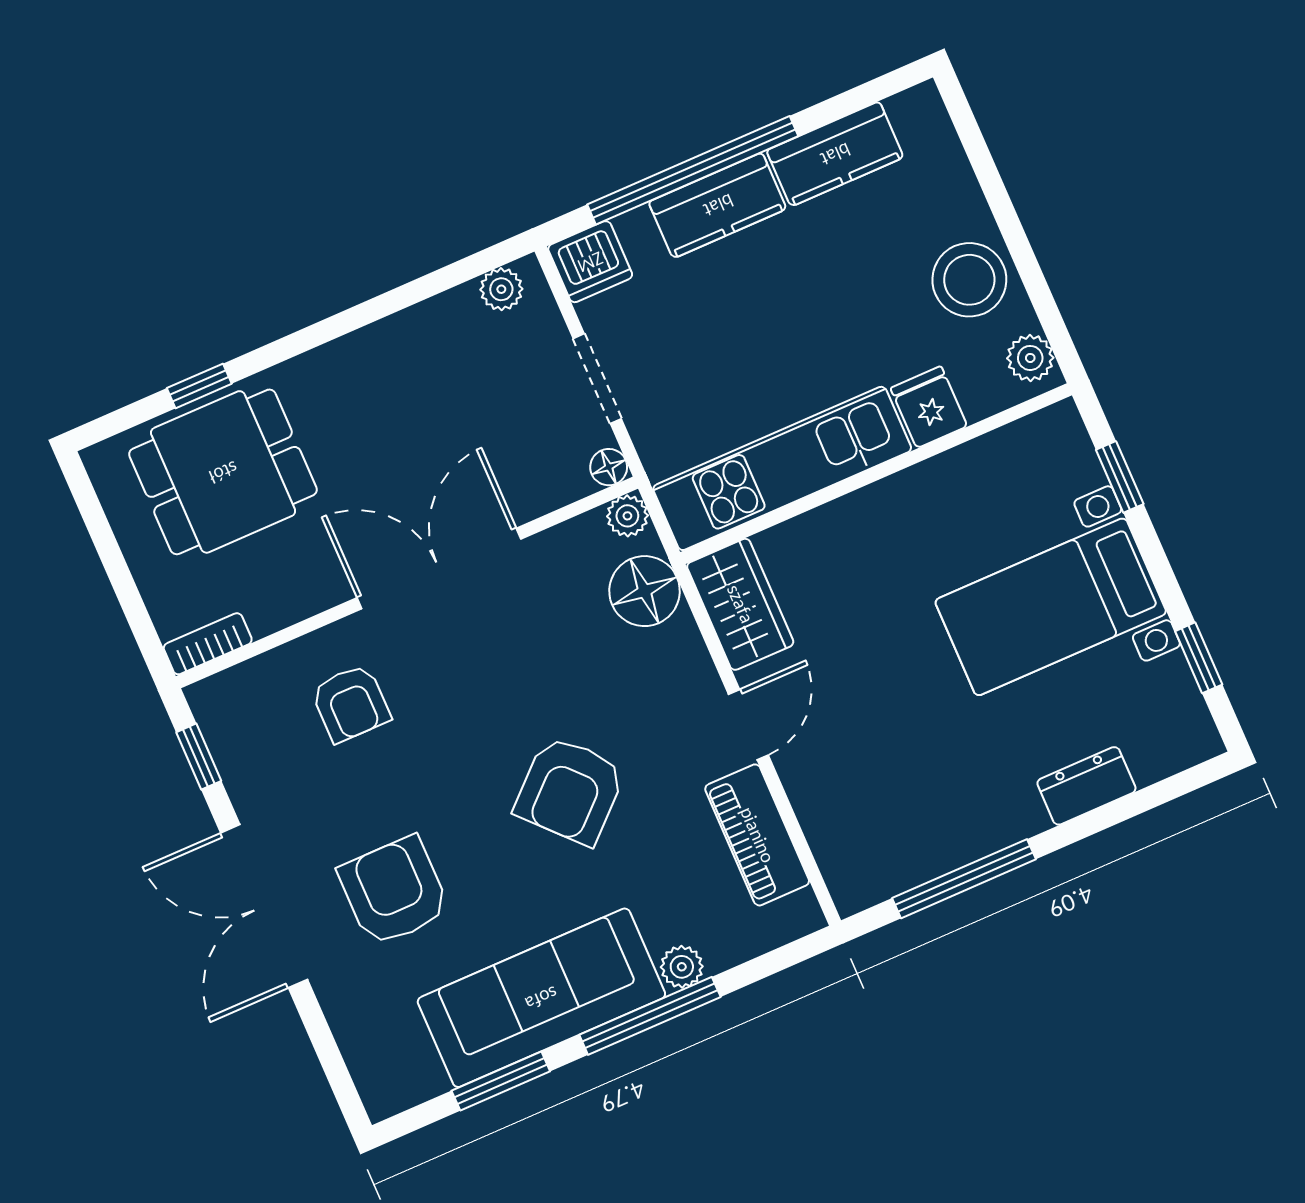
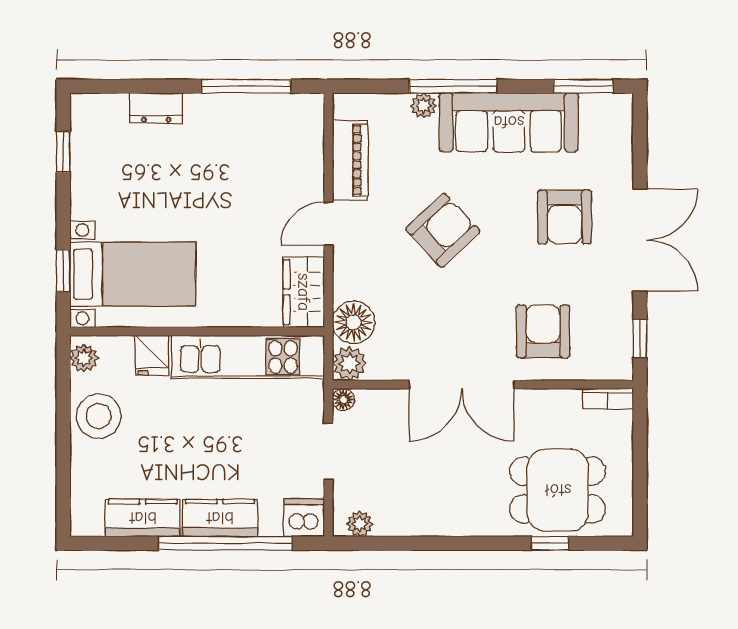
plant: (627, 516) -> (349, 363), width x1.38, depth x1.38
bed with nightstands: (1051, 607) -> (133, 274), moved
armchair: (351, 703) -> (543, 331), width x1.38, depth x1.38
window: (501, 1081) -> (583, 86), moved

